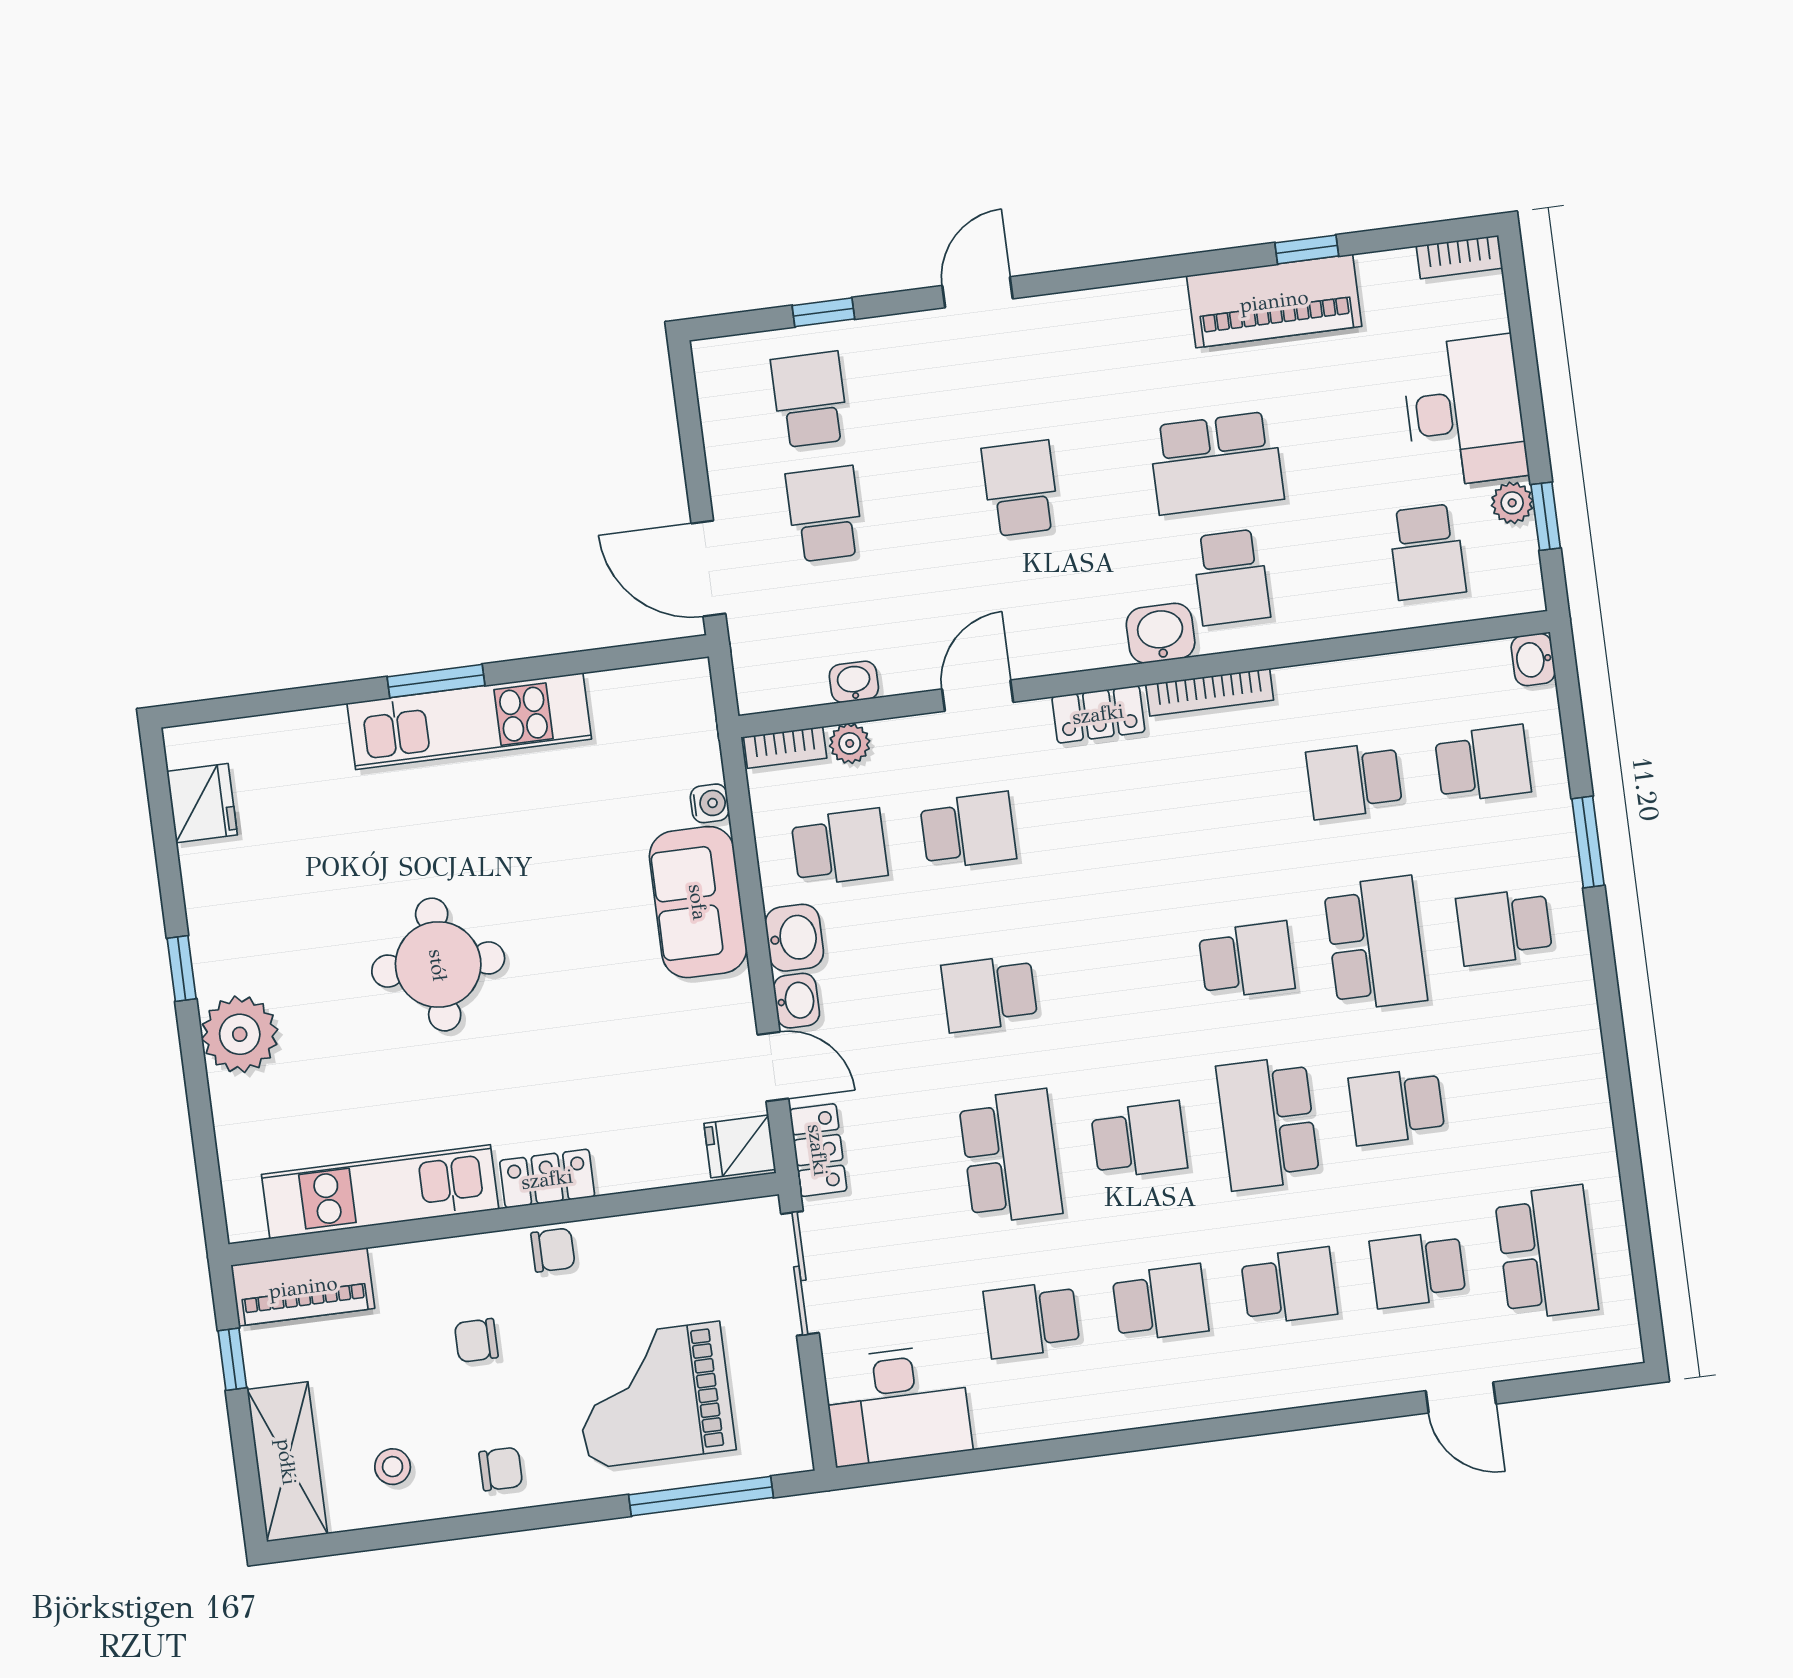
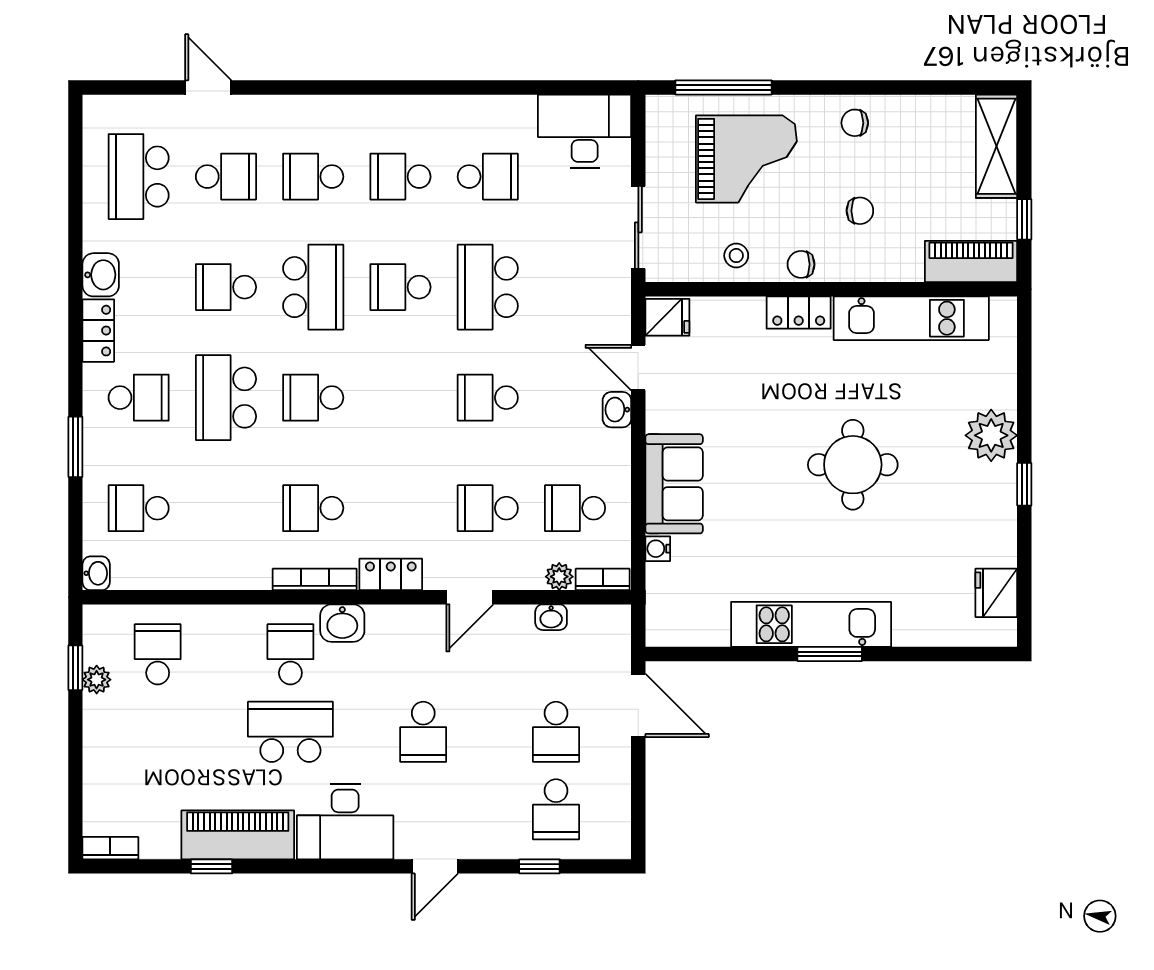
desk: (1465, 411) -> (345, 821), moved, turned -90
school desk: (1354, 780) -> (313, 508), moved, turned 180
washbasin: (794, 938) -> (101, 275), moved, turned 180
school desk: (989, 994) -> (488, 398), turned 180
school desk: (1397, 1106) -> (226, 287), turned 180
locker: (818, 1150) -> (98, 331), moved, turned 180
stool: (393, 1467) -> (736, 256), moved

